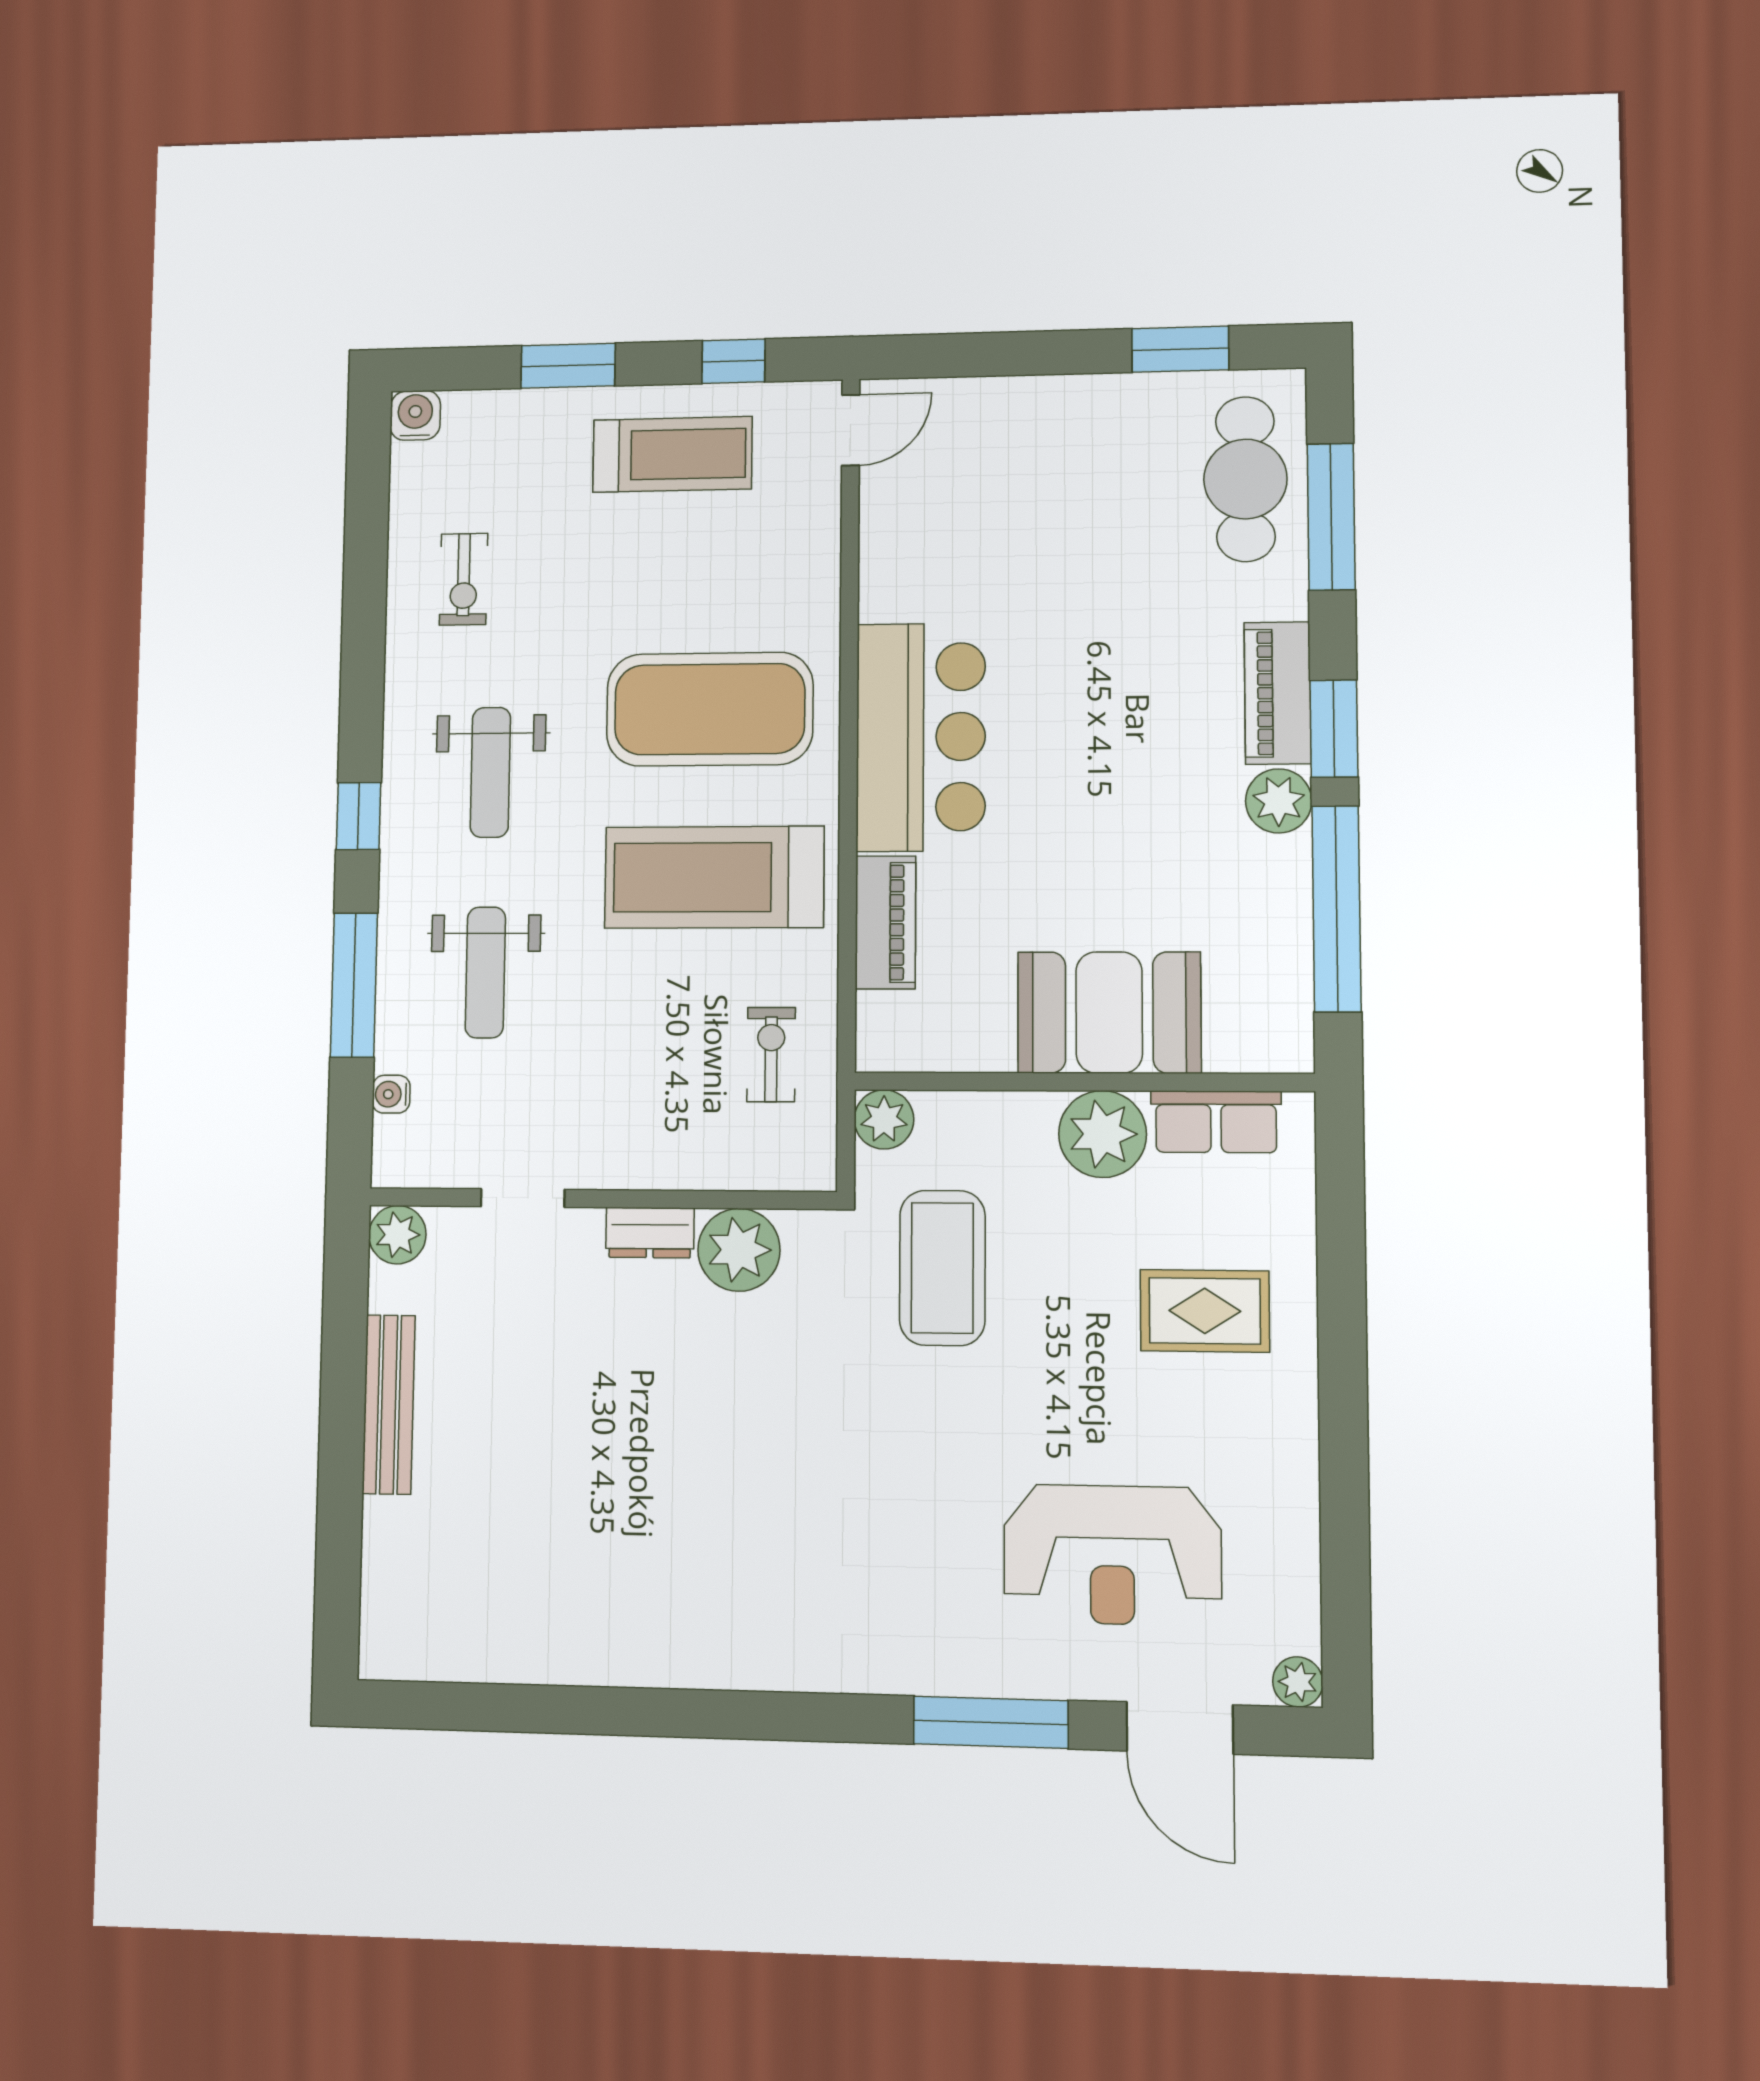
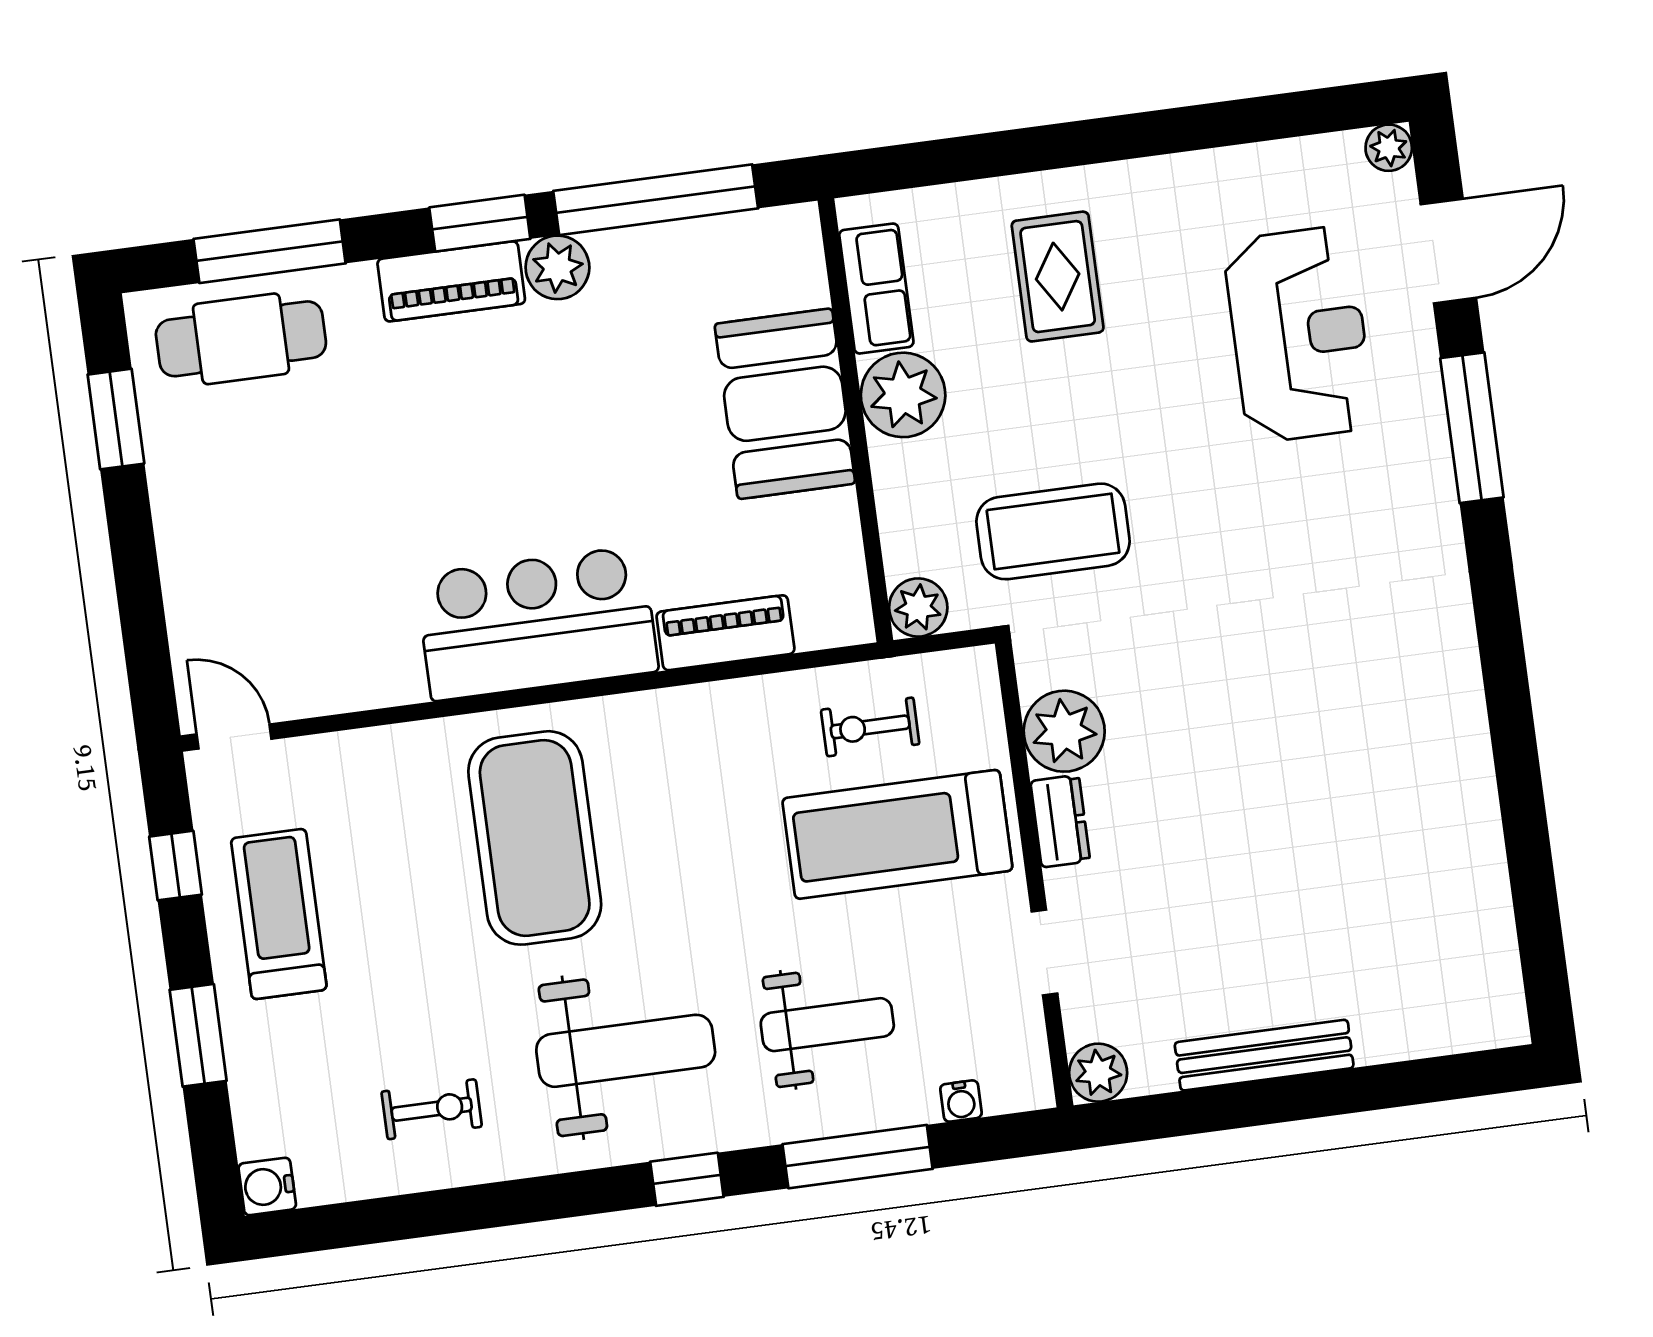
weight bench: (490, 772) -> (626, 1051), width x1.36, depth x1.33
treadmill: (714, 877) -> (897, 834), moved, turned 90

